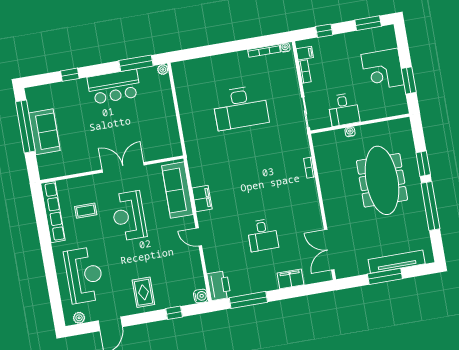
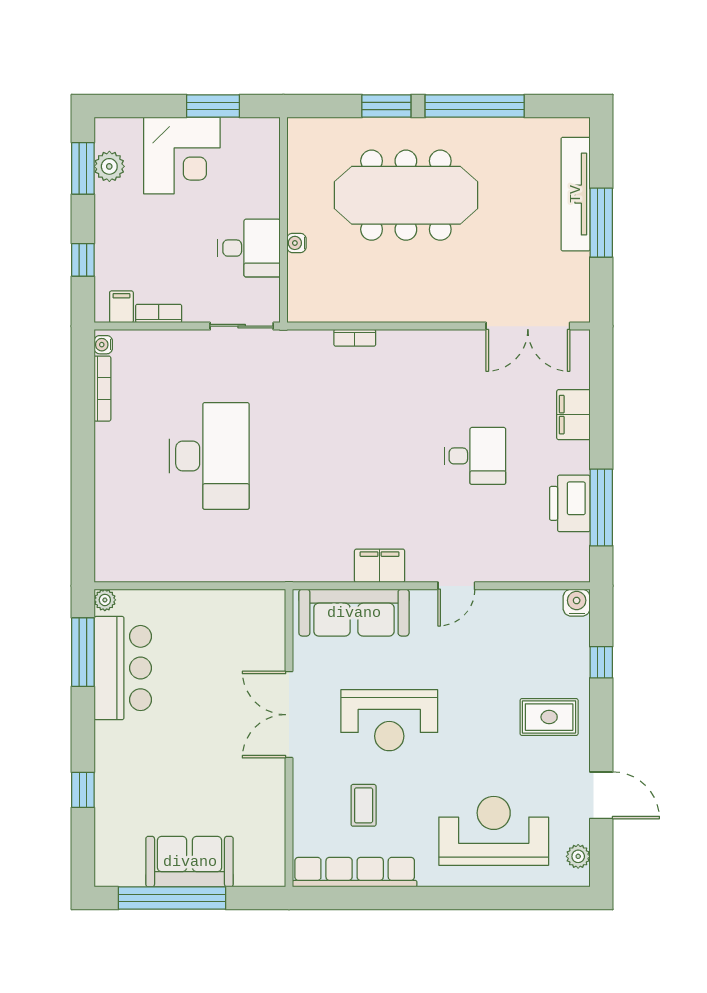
plant: (371, 36) -> (109, 166), added
bar counter: (114, 87) -> (123, 668), moved
printer: (219, 286) -> (570, 503), moved, turned -90

